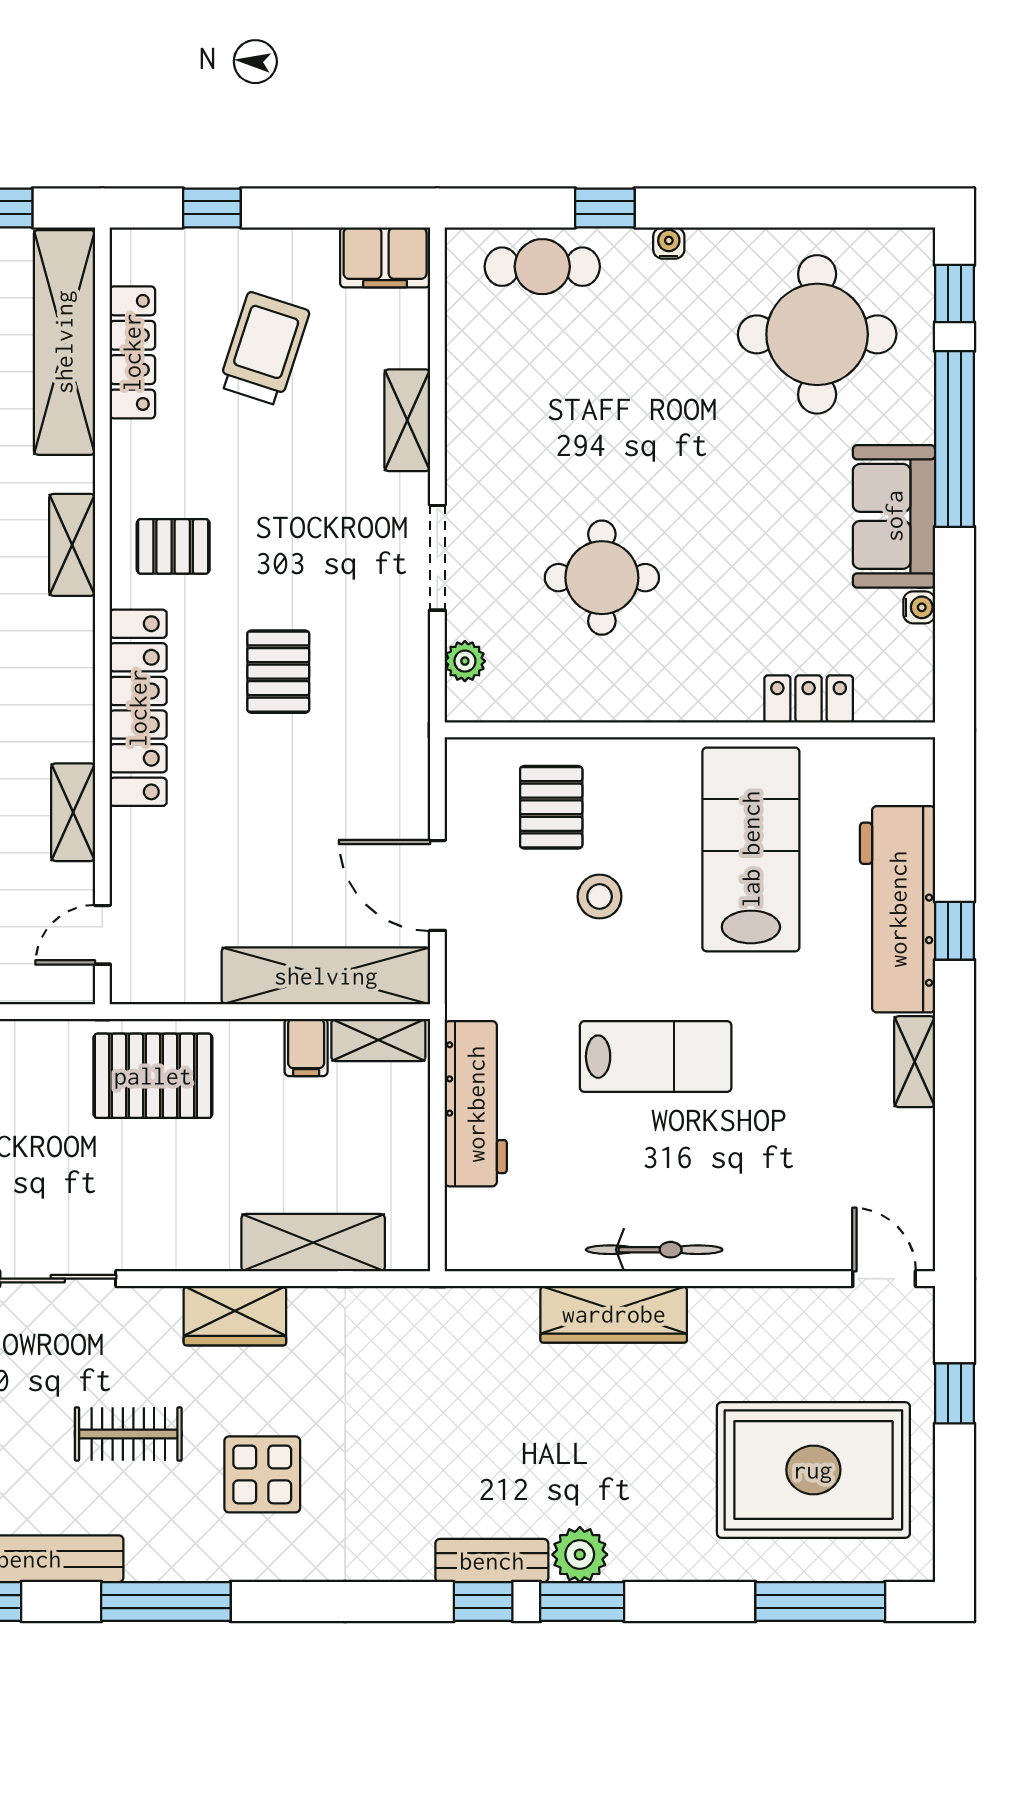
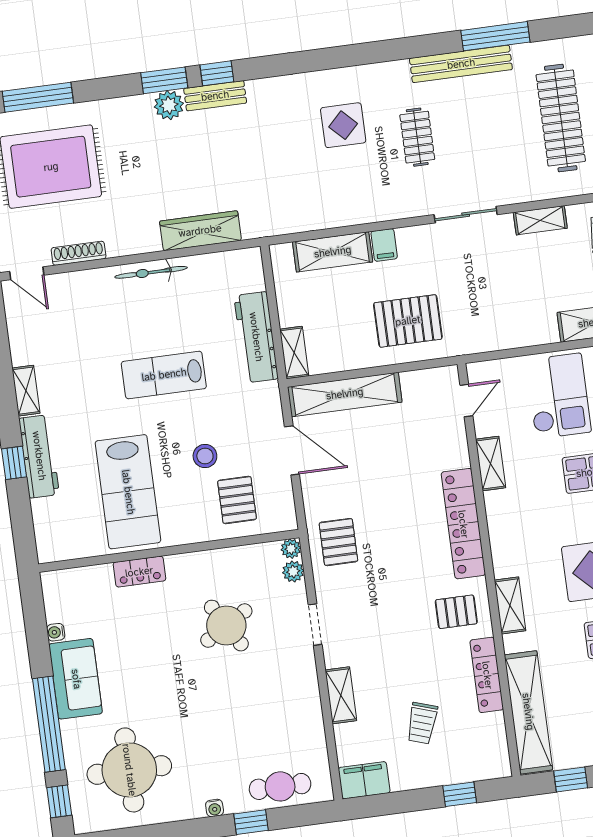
trolley: (264, 349) -> (422, 723), width x0.73, depth x0.72
locker: (132, 352) -> (487, 675), moved
doorway: (437, 558) -> (315, 625), width x0.73
round table: (602, 578) -> (226, 626), turned -31
pallet: (278, 672) -> (338, 542), moved
locker: (809, 699) -> (139, 572), moved
plant: (463, 704) -> (291, 549), added
workbench: (898, 909) -> (39, 456), width x0.73, depth x0.76
shelving: (378, 1040) -> (294, 353), moved, turned 90
filing cabinet: (306, 1047) -> (384, 245), moved, turned 180
pallet: (153, 1076) -> (408, 321), moved
shoe rack: (783, 1303) -> (79, 253), added
wardrobe: (614, 1314) -> (200, 231), moved
wardrobe: (235, 1316) -> (369, 208), removed
clothes rail: (128, 1434) -> (417, 137), turned 90
window: (166, 1602) -> (385, 51), removed

